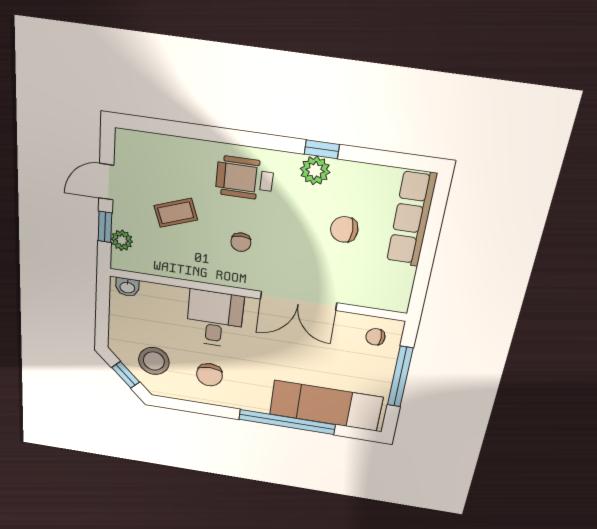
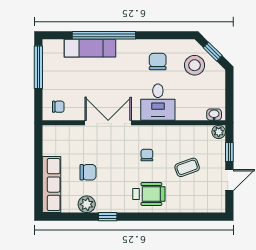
plant: (315, 170) -> (87, 204), moved
plant: (122, 240) -> (219, 132), moved
window: (400, 377) -> (38, 67), moved
exam couch: (326, 406) -> (90, 48), width x0.73, depth x0.69

